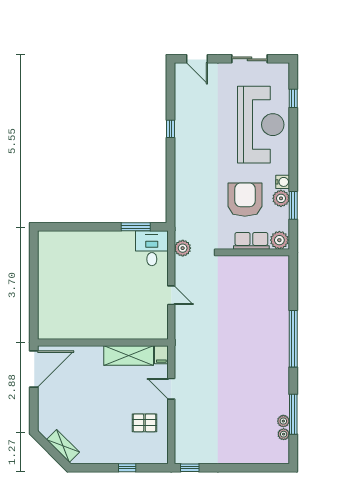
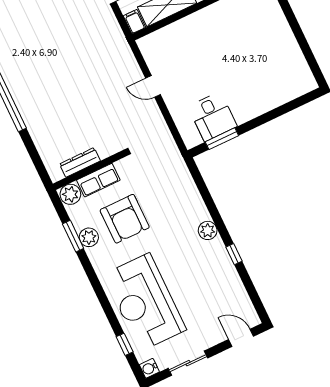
water cooler: (283, 182) -> (149, 368), moved
desk: (152, 248) -> (213, 117), moved
plant: (183, 248) -> (208, 230), moved
dresser: (259, 262) -> (80, 162), added

